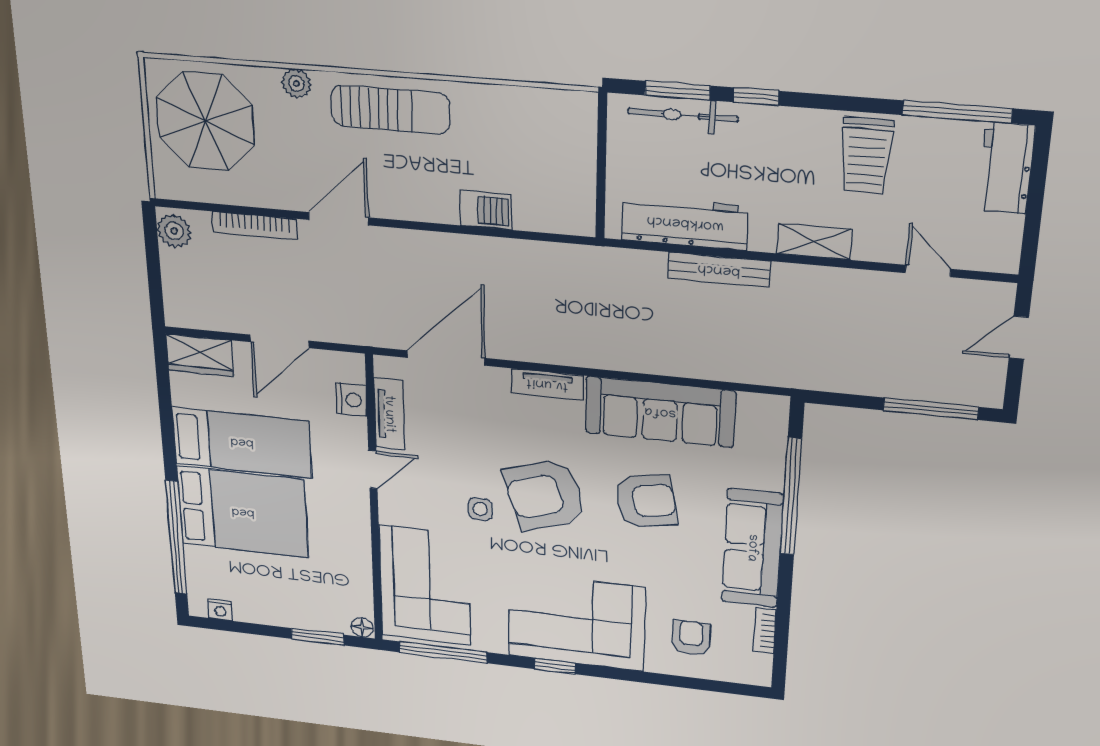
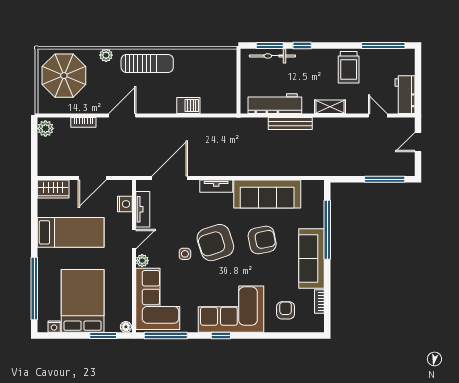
workbench: (1006, 168) -> (405, 95), moved
bookcase: (255, 226) -> (83, 122), width x0.64
bed: (243, 512) -> (83, 301), moved, turned -90
plant: (391, 512) -> (142, 261), added

